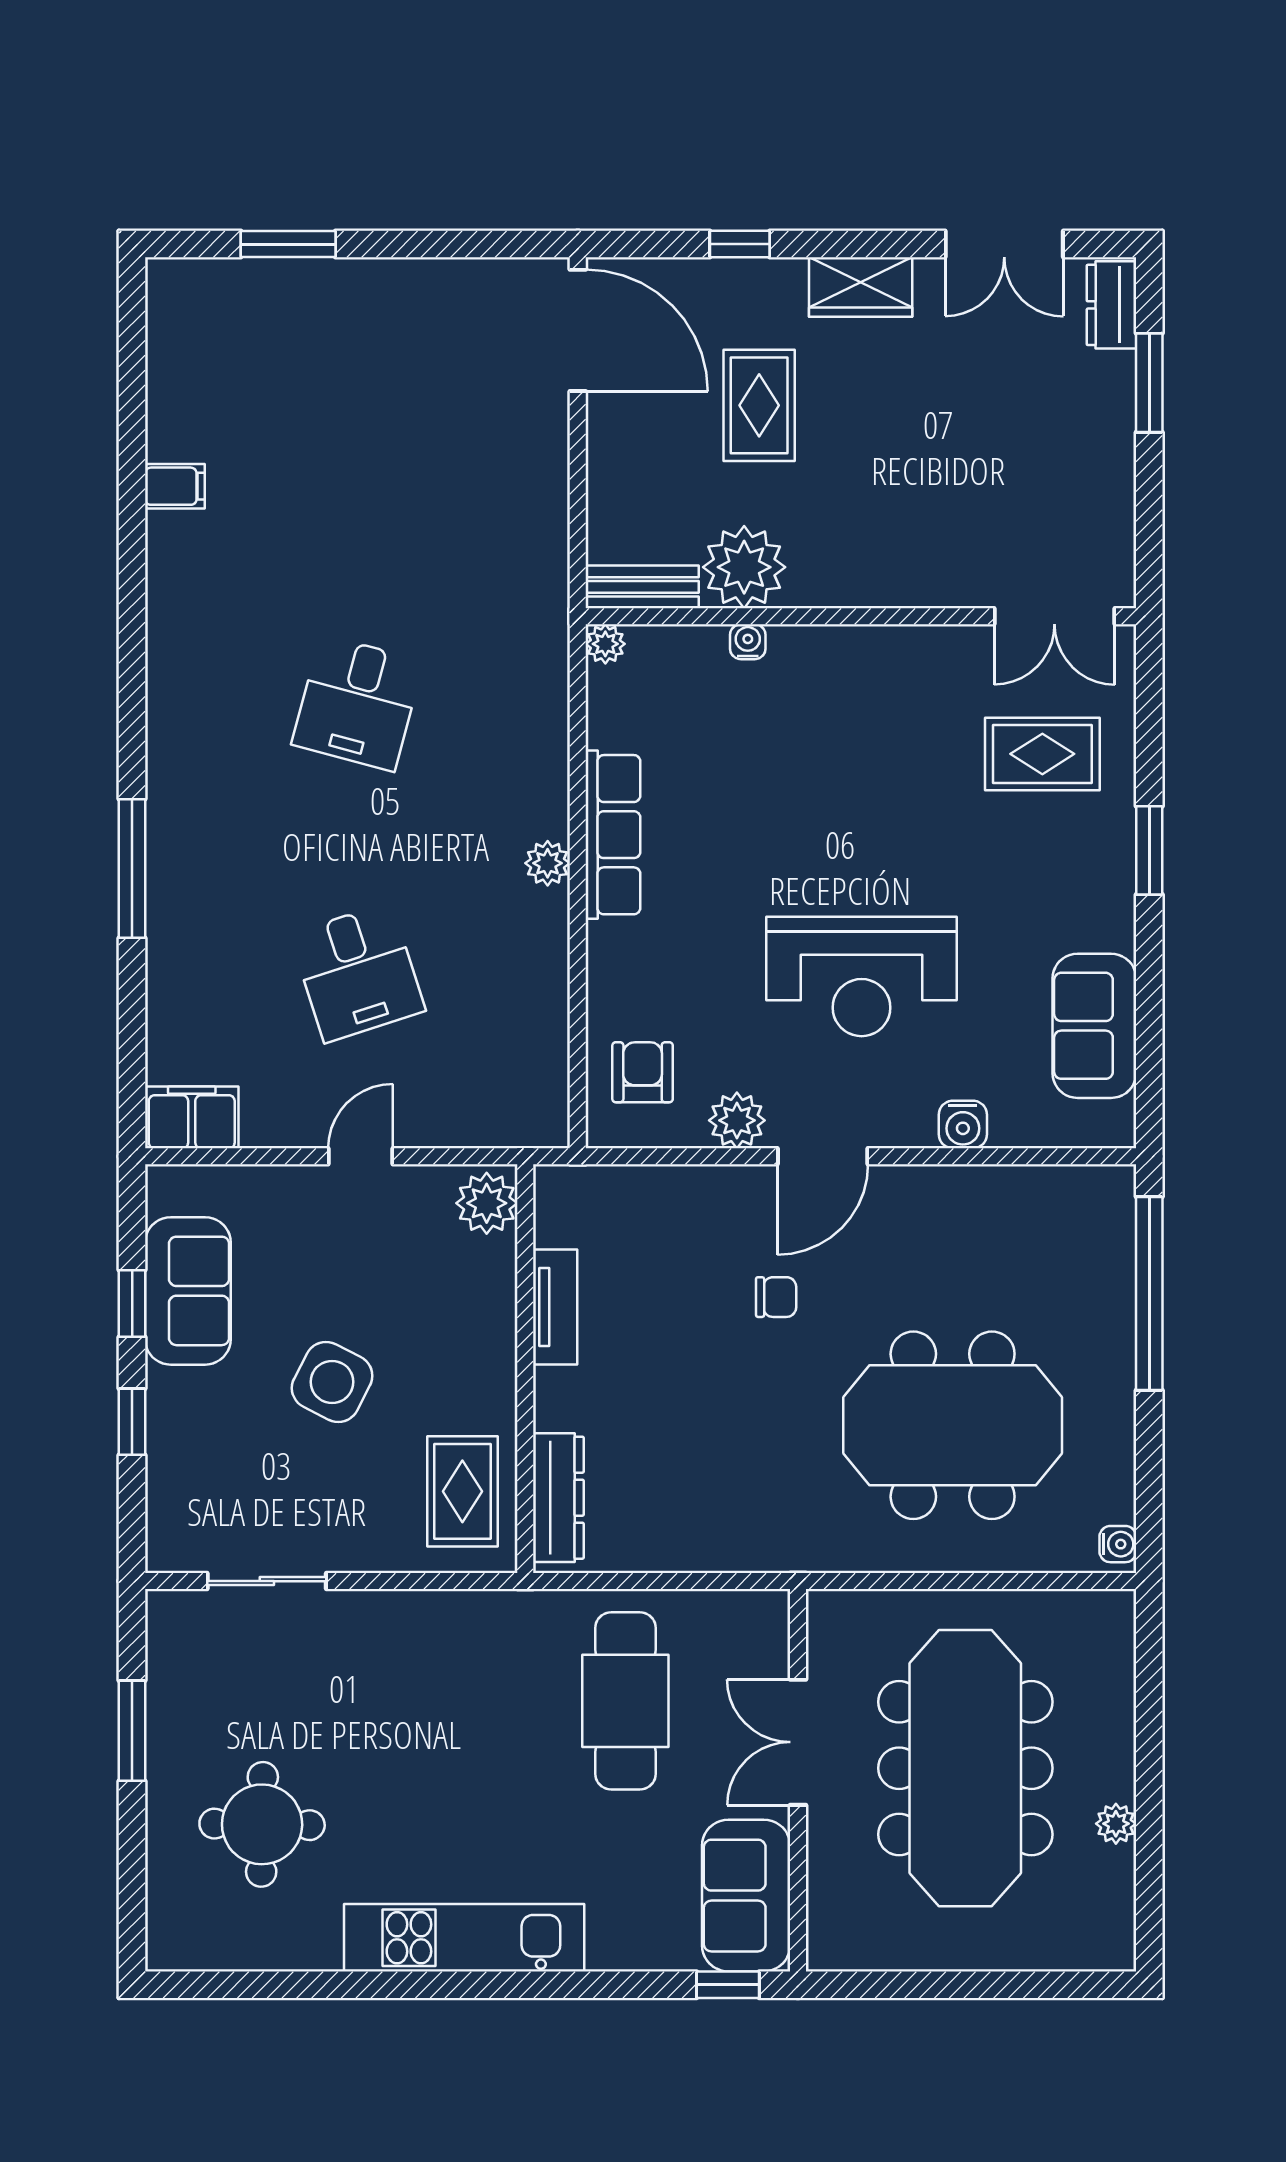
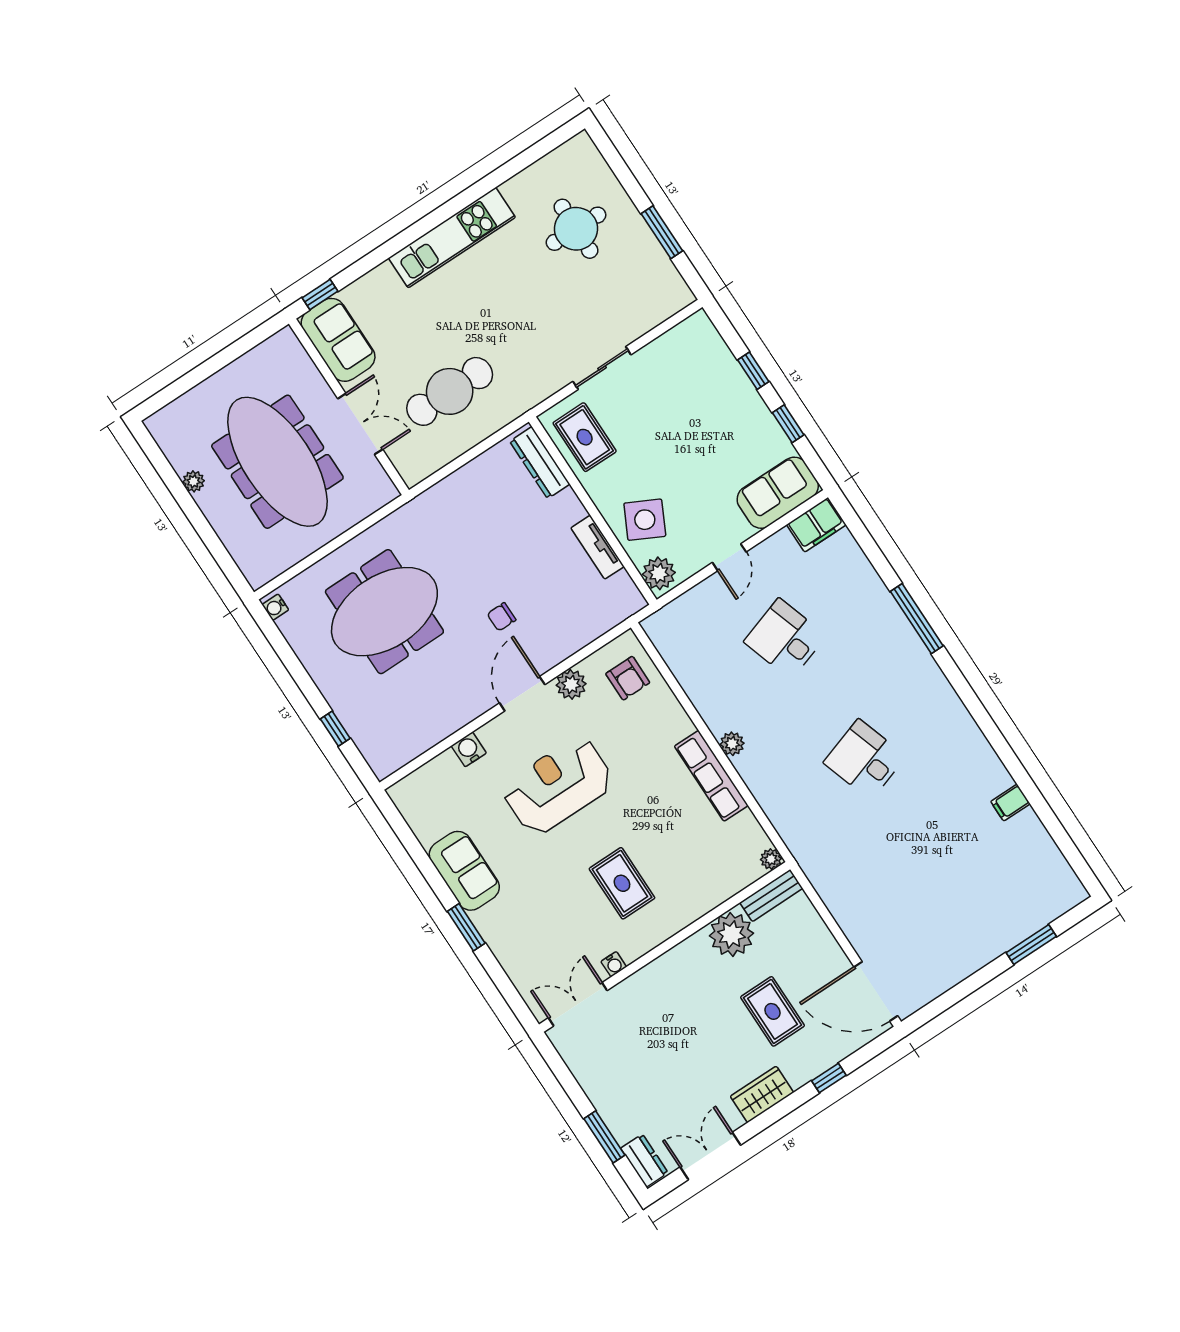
water cooler: (748, 642) -> (614, 964), moved
desk: (358, 703) -> (865, 759), turned -33
rug: (1042, 754) -> (622, 883), moved, turned 90
sofa: (1094, 1026) -> (464, 871), moved
sofa: (188, 1291) -> (778, 493), moved, turned 90
window: (1149, 1294) -> (335, 729), width x0.32
side table: (332, 1382) -> (645, 520), moved
sliding door: (267, 1581) -> (602, 368), moved
cafe table: (625, 1701) -> (450, 391), turned 90

